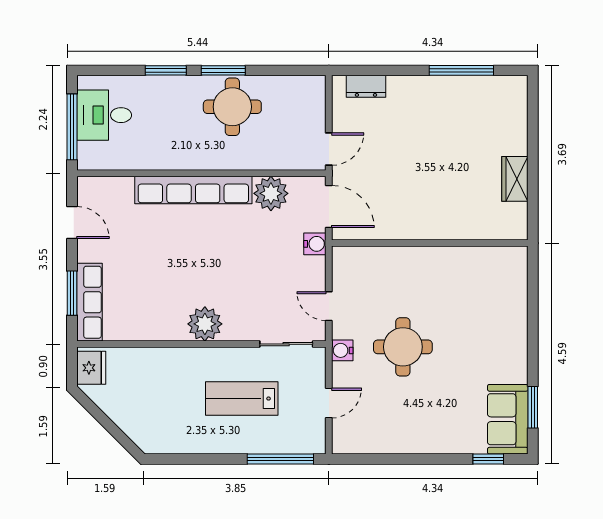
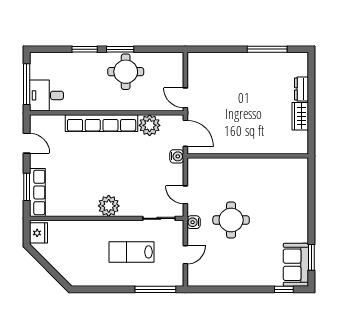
dresser: (366, 86) -> (301, 89), moved, turned 90
desk: (104, 115) -> (46, 95), moved
door: (329, 149) -> (185, 98), swing flipped

